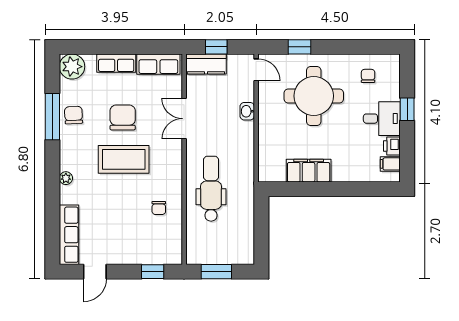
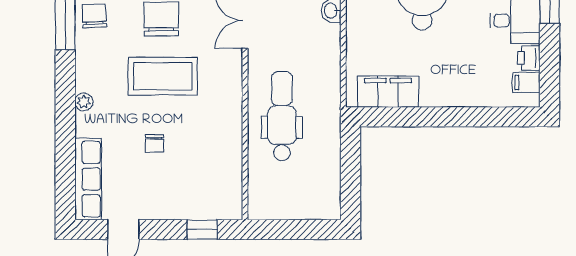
filing cabinet: (309, 171) -> (388, 92), moved
chair: (159, 208) -> (154, 143), moved
window: (216, 272) -> (289, 230), removed

